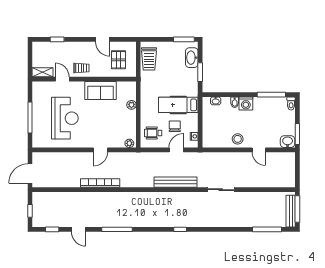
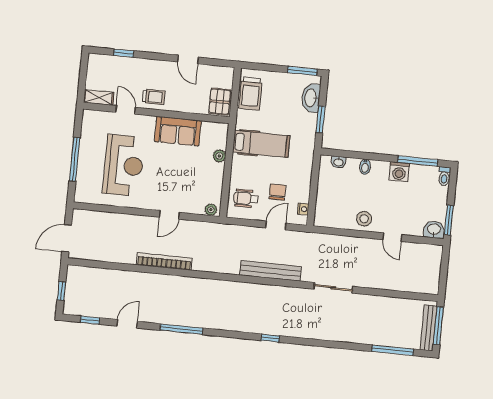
pallet: (118, 60) -> (220, 102), moved
washing machine: (246, 103) -> (399, 172), moved
hospital bed: (178, 105) -> (261, 144), moved, turned 180
door: (78, 229) -> (127, 324), swing flipped

